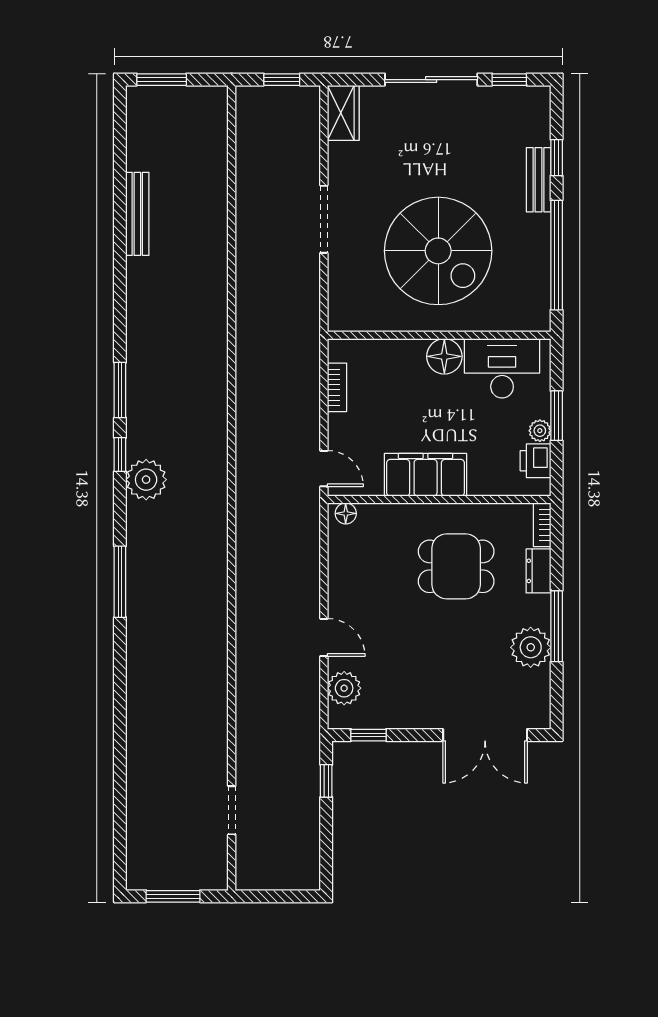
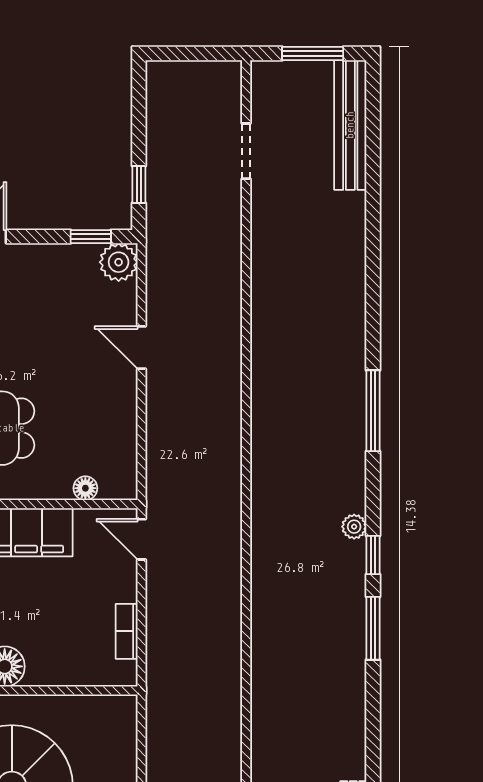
plant: (146, 480) -> (354, 527), width x0.53, depth x0.53
floor lamp: (346, 513) -> (85, 488), moved
plant: (344, 688) -> (119, 262), moved
bench: (140, 833) -> (350, 125), added

